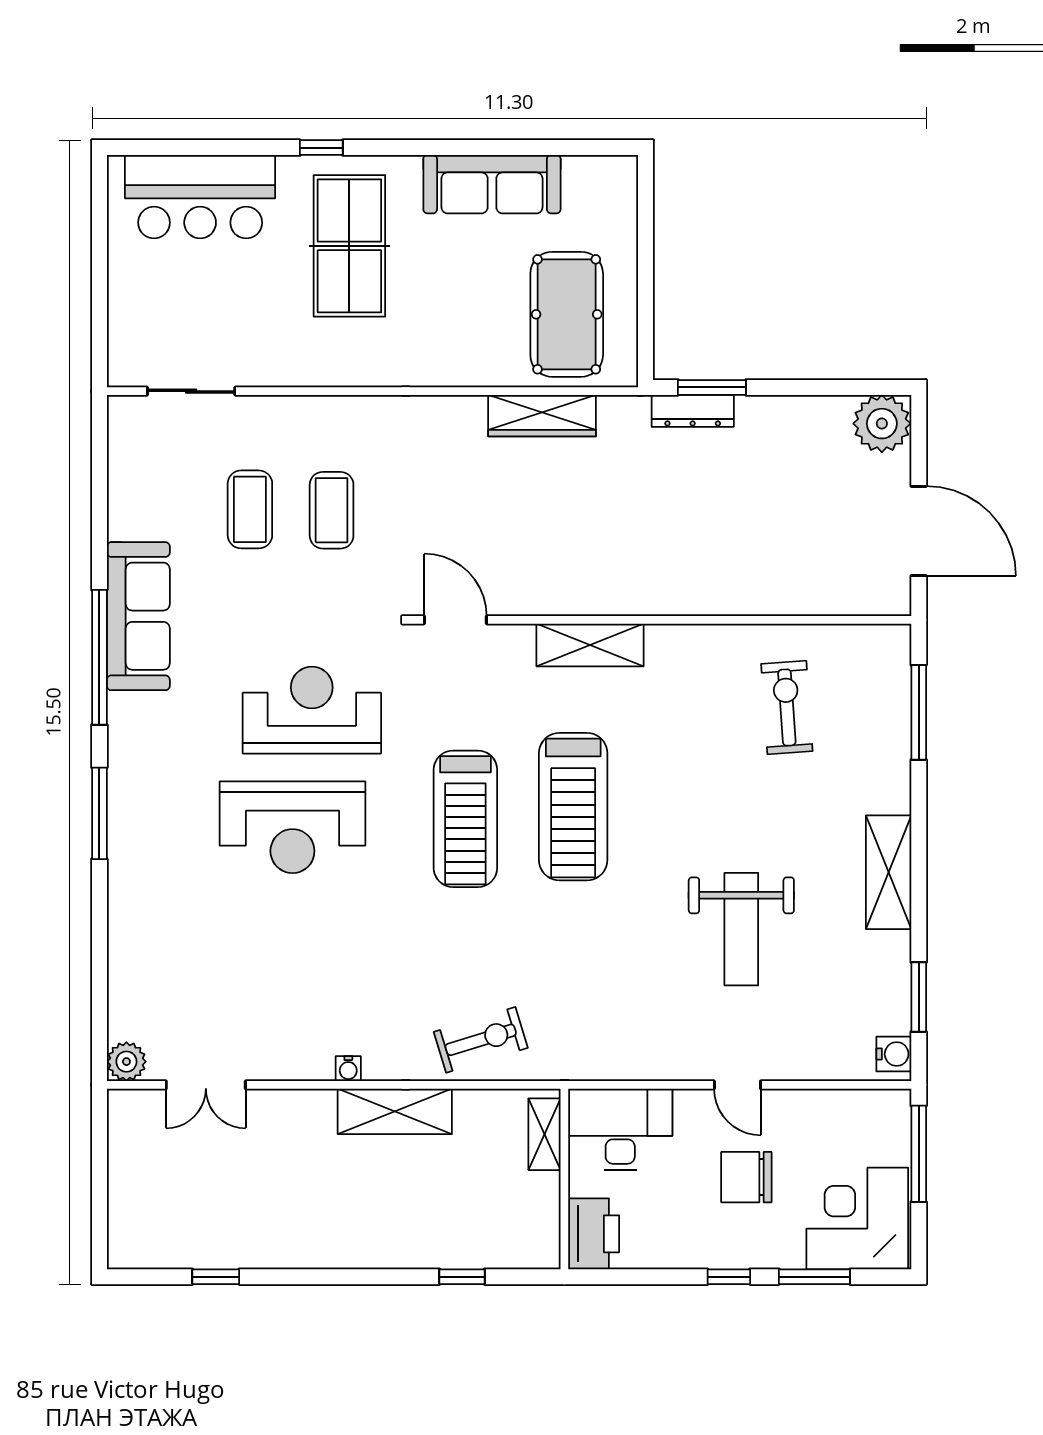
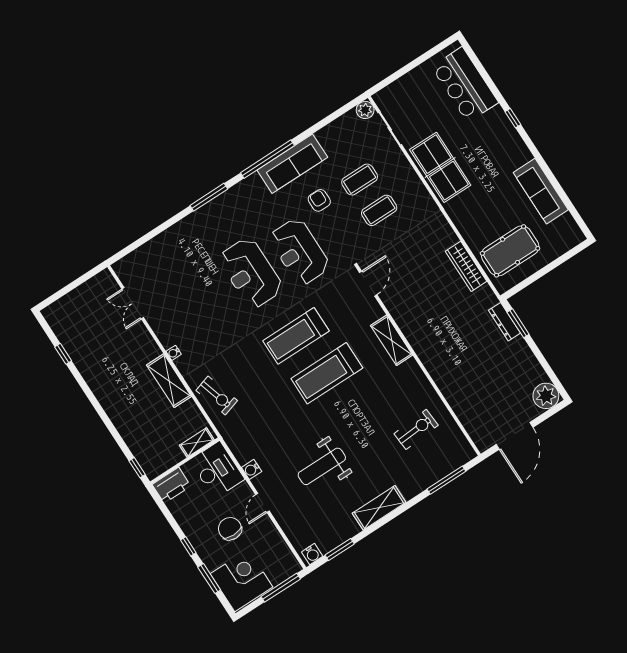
table tennis table: (349, 246) -> (440, 167), moved, turned 90
armchair: (240, 610) -> (319, 200), added
reception desk: (312, 710) -> (299, 252), turned 180
plant: (126, 1062) -> (365, 110), moved
water cooler: (662, 1065) -> (252, 469), added
window: (462, 1277) -> (137, 468), moved

